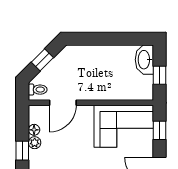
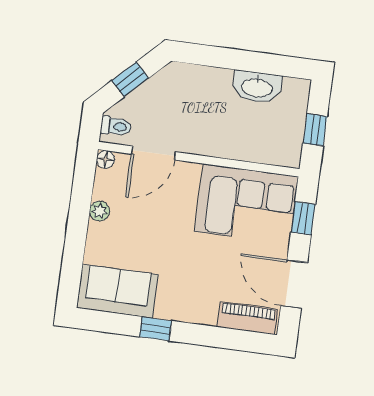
washbasin: (144, 60) -> (257, 87), moved, turned -90
floor lamp: (34, 130) -> (106, 159), moved
window: (22, 151) -> (78, 221), removed

